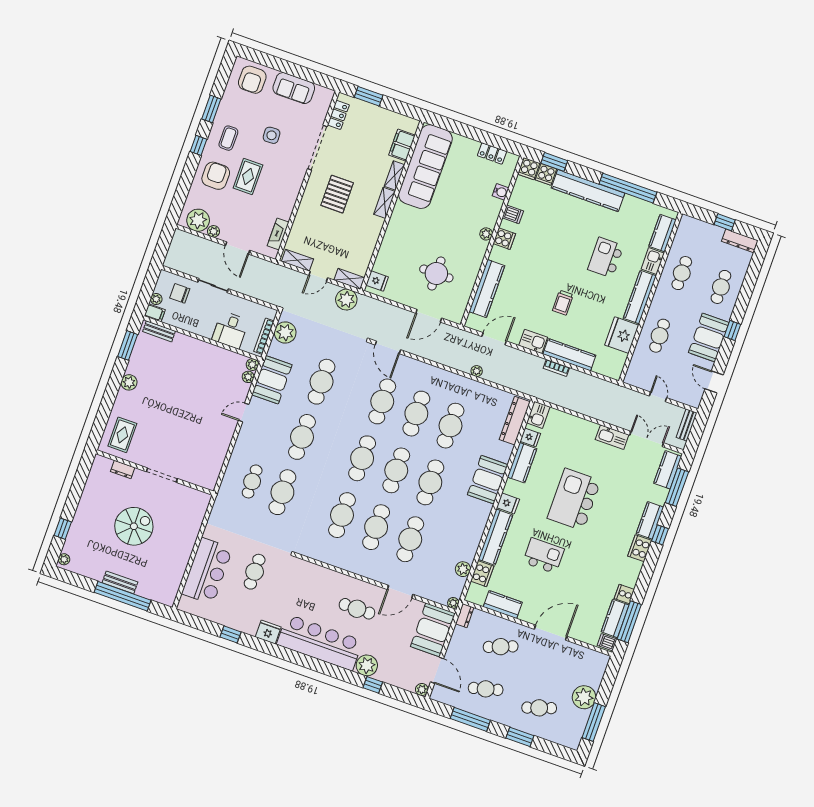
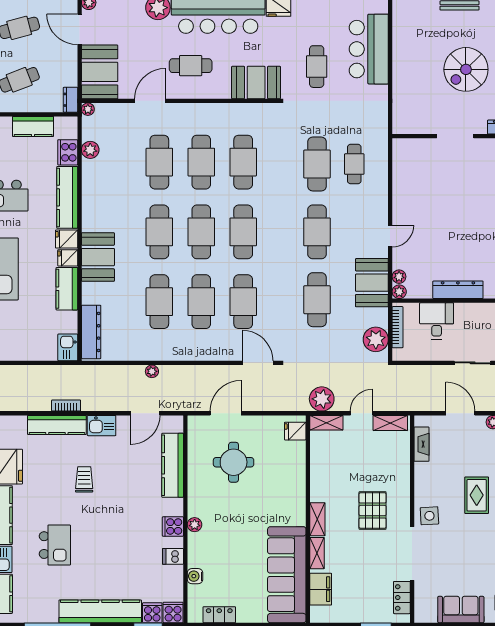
side table: (272, 135) -> (429, 516), moved
dresser: (204, 349) -> (458, 290), added
fridge: (530, 437) -> (68, 258), moved
booth: (309, 576) -> (256, 83), added

